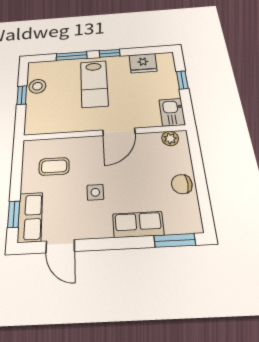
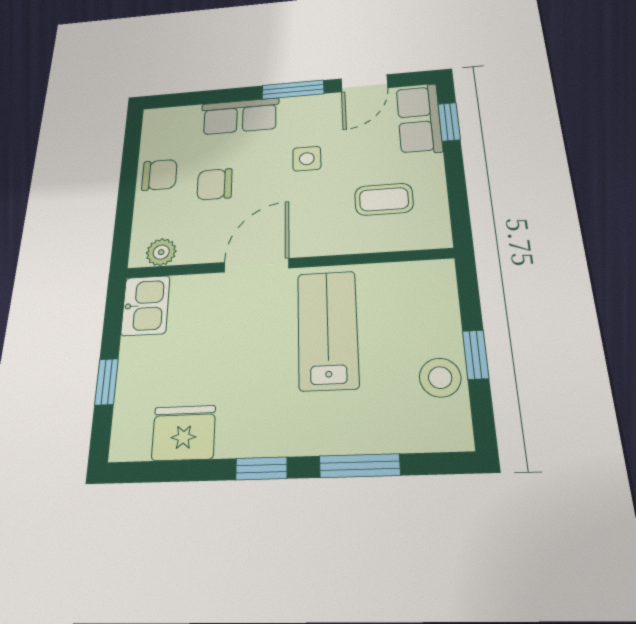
lab bench: (94, 84) -> (328, 330), moved
chair: (147, 177) -> (215, 184), added
window: (175, 240) -> (293, 90), moved
door: (60, 246) -> (364, 83), swing flipped

